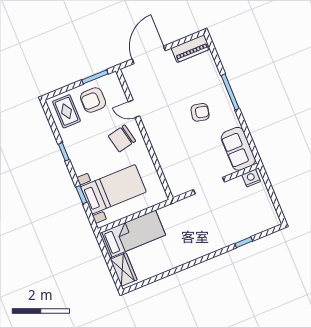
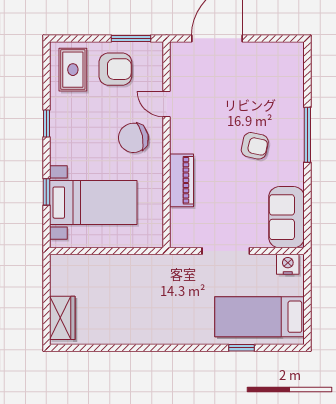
piano: (191, 49) -> (181, 180), moved, turned -90
armchair: (93, 100) -> (115, 69), turned 180
bed: (132, 234) -> (260, 317), moved, turned 180

